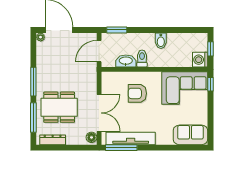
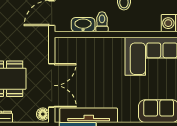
armchair: (137, 93) -> (97, 63), removed

